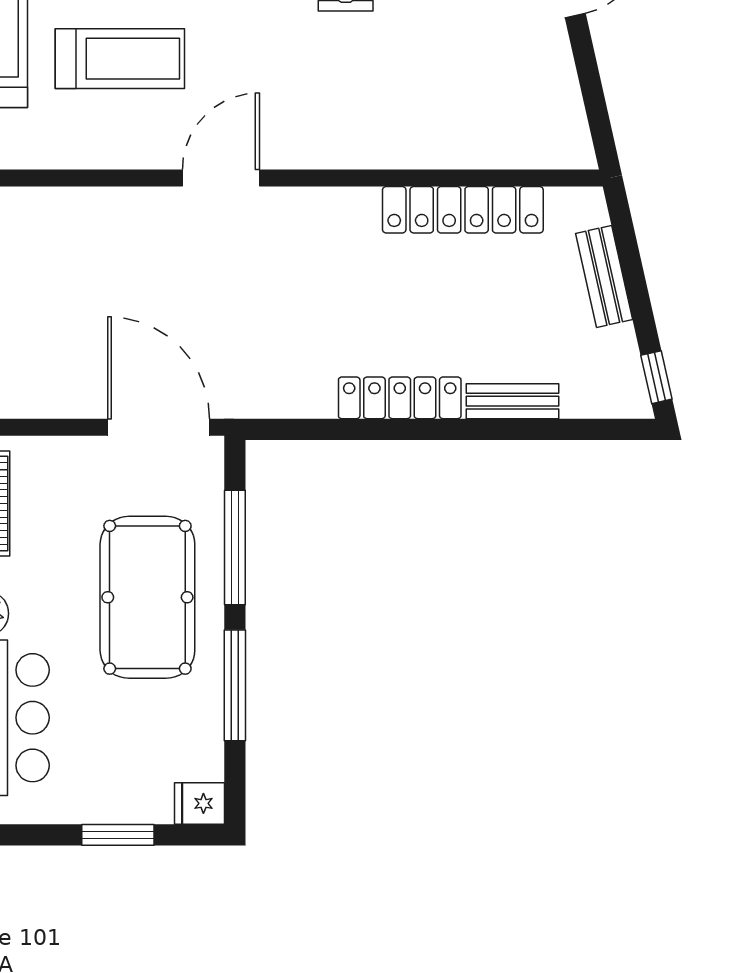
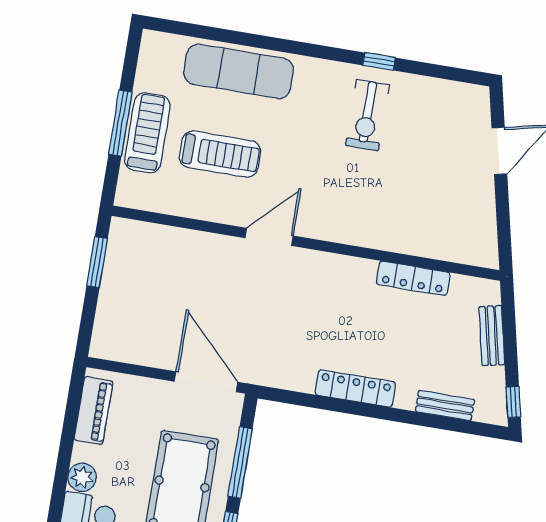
locker: (463, 210) -> (413, 278), width x0.71, depth x0.83
bench: (512, 401) -> (445, 406), moved

